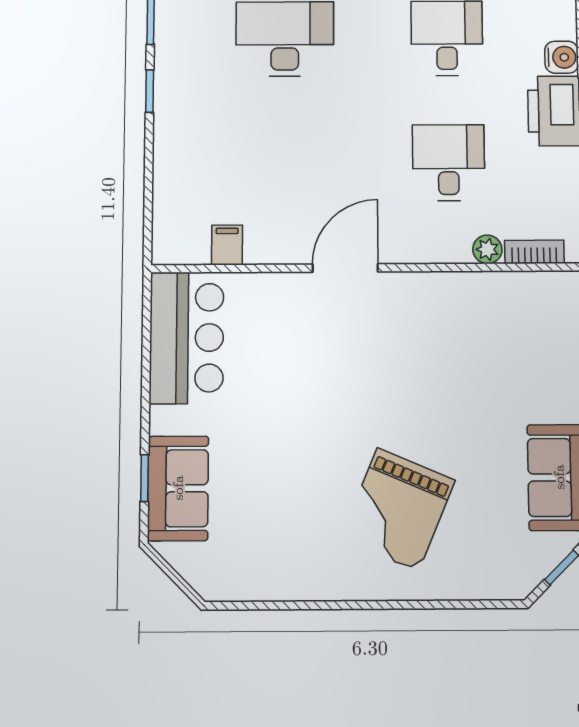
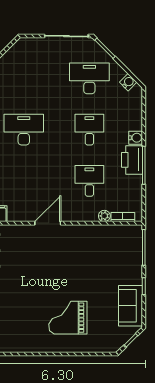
grand piano: (398, 509) -> (68, 318), turned 67

